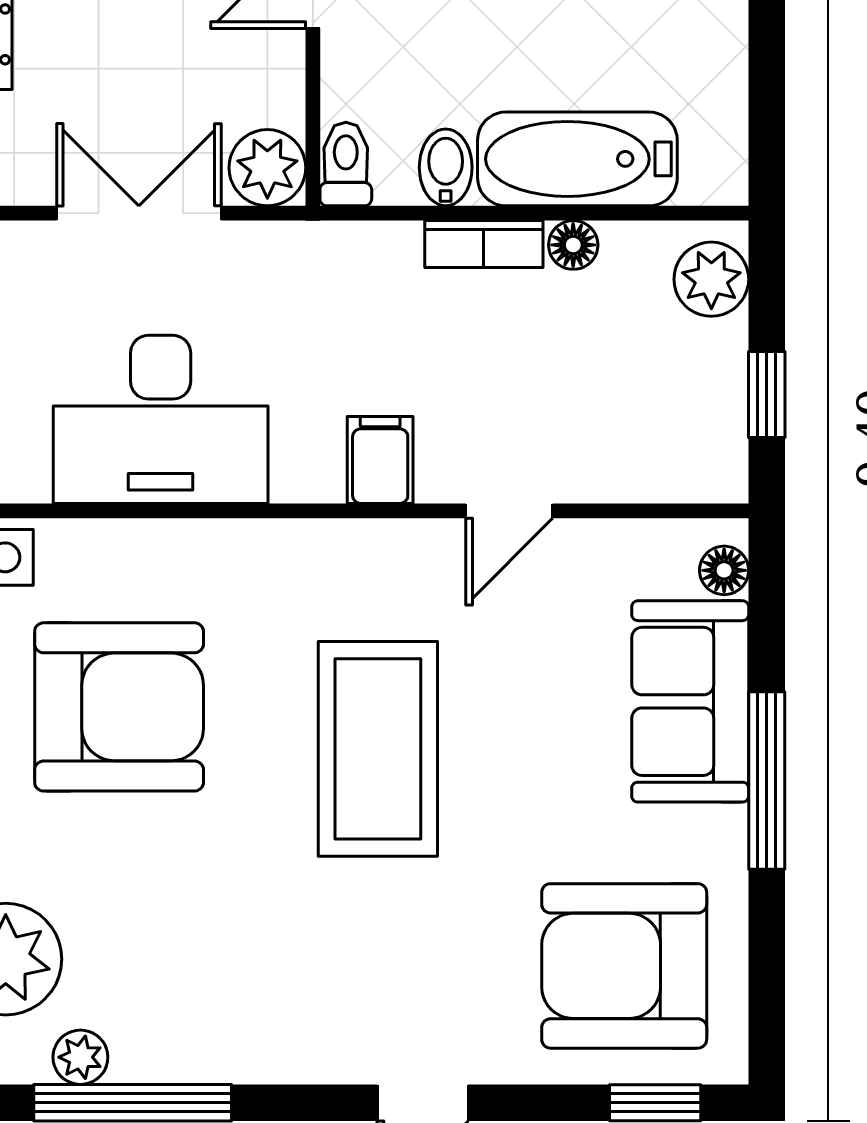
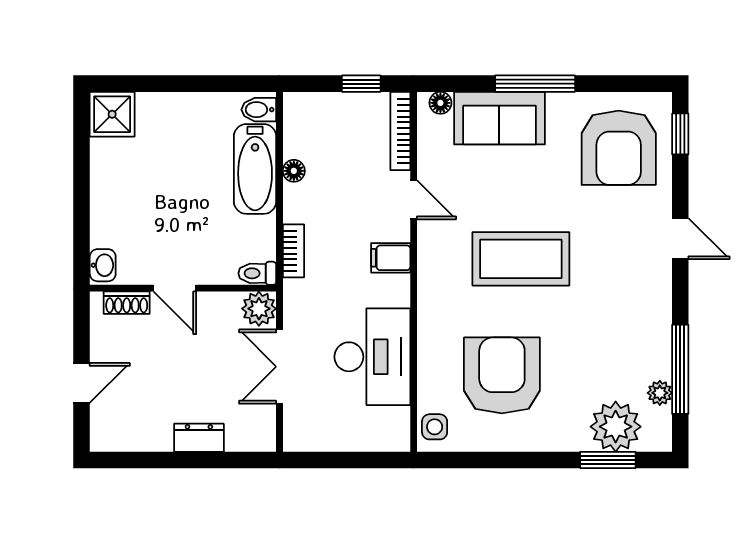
bidet: (446, 167) -> (259, 110), moved
bookcase: (484, 244) -> (293, 251), moved
plant: (711, 279) -> (309, 109), removed
bookcase: (662, 481) -> (400, 131), added

